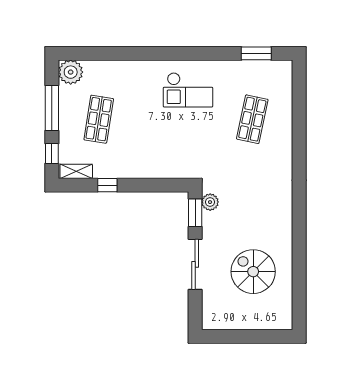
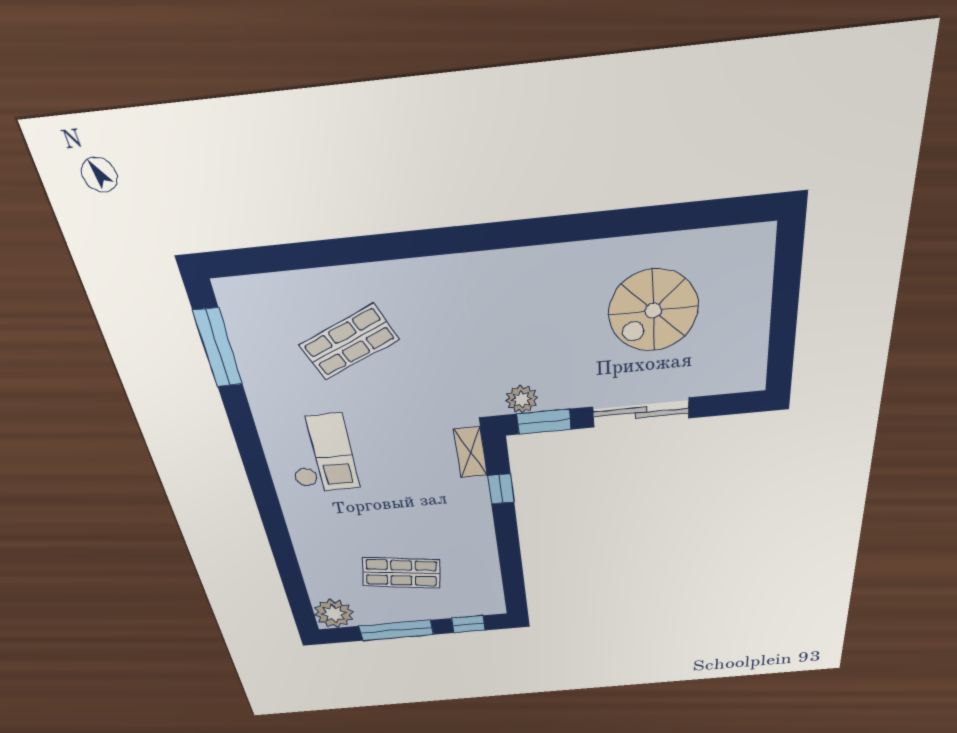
window: (256, 53) -> (218, 348), width x1.44
shop shelf: (252, 119) -> (349, 342), turned -36
shelving: (76, 171) -> (471, 452), moved
window: (107, 185) -> (501, 489), moved

